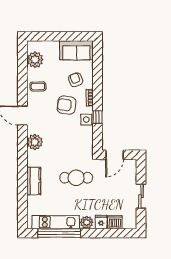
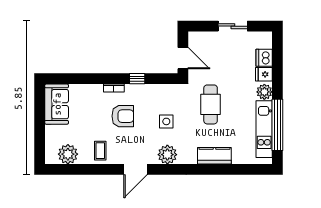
armchair: (76, 80) -> (92, 105), removed
armchair: (67, 105) -> (123, 116), turned -97
side table: (86, 120) -> (166, 121), moved

